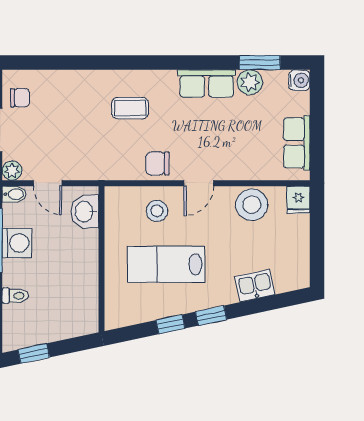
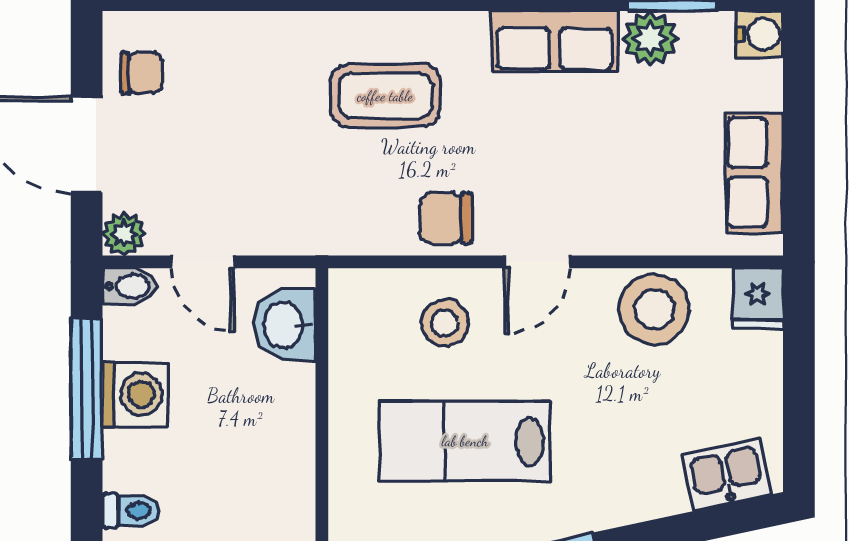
coffee table: (130, 108) -> (385, 96), width x1.36, depth x1.30
kitchen sink: (255, 286) -> (726, 475), moved

